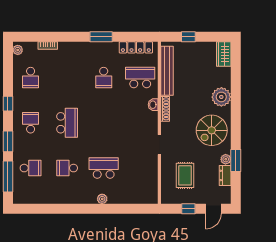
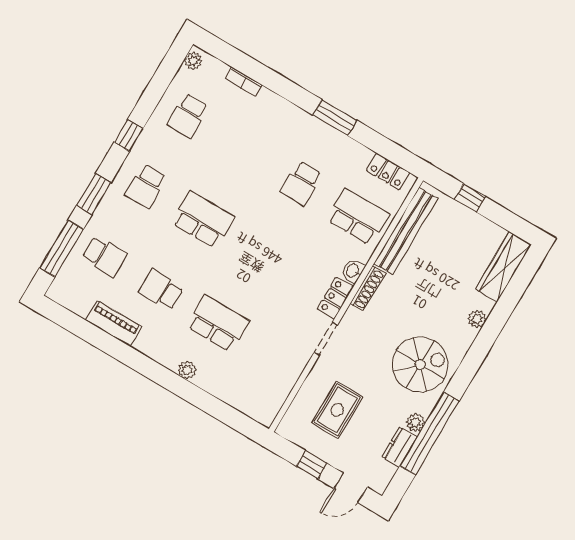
locker: (136, 47) -> (388, 171), width x0.66
wardrobe: (224, 54) -> (503, 267), width x1.50
plant: (221, 97) -> (477, 319), width x0.53, depth x0.53
school desk: (31, 123) -> (146, 186), turned 180
school desk: (67, 123) -> (203, 220), turned -90
locker: (152, 123) -> (335, 298), added
spiral stairs: (212, 130) -> (420, 365), turned 180
window: (236, 161) -> (430, 433), width x2.11
piano: (54, 197) -> (114, 324), added

